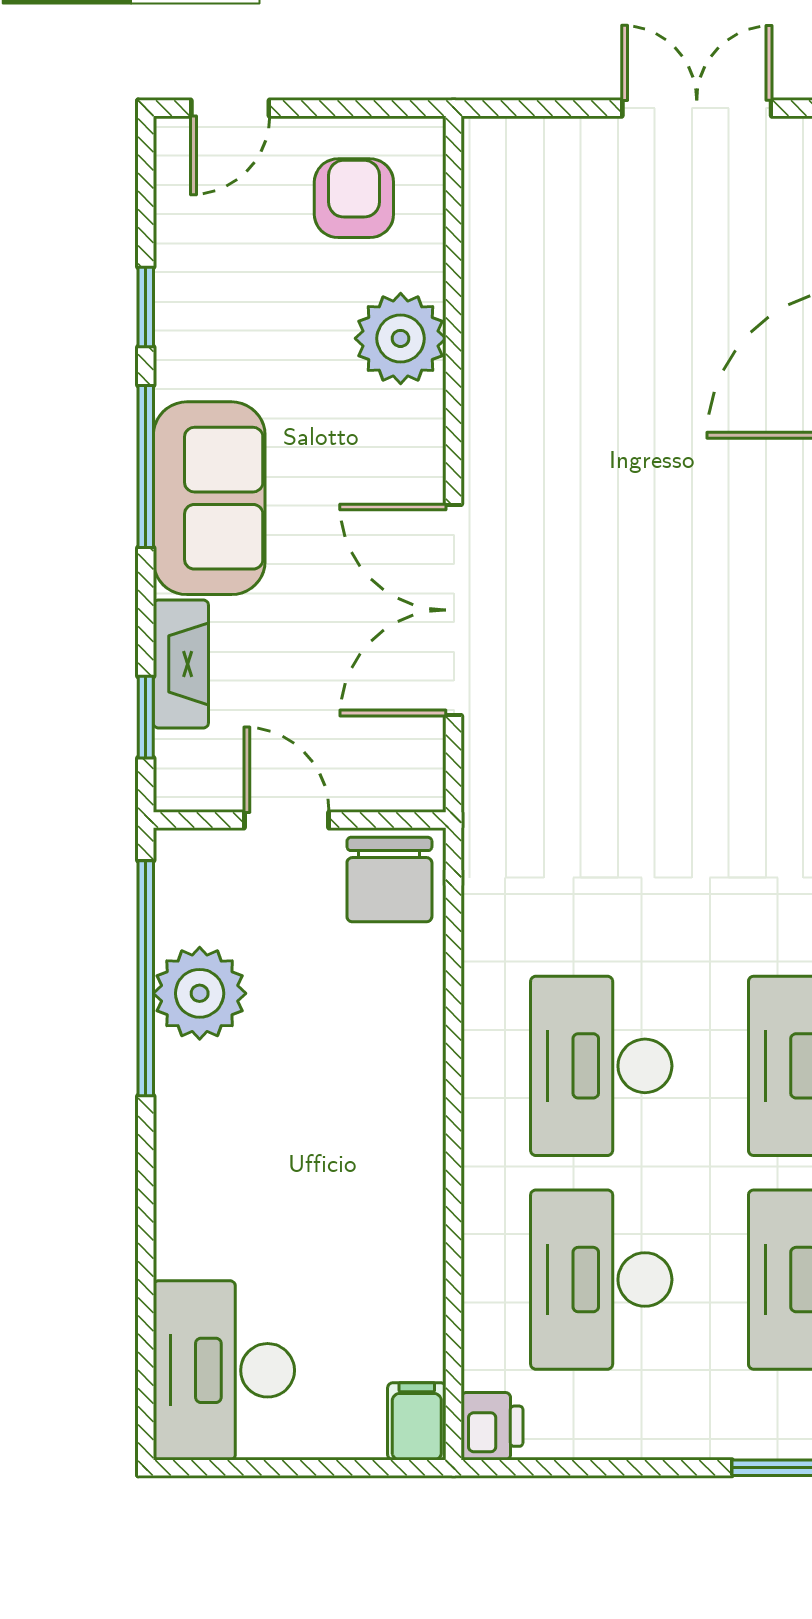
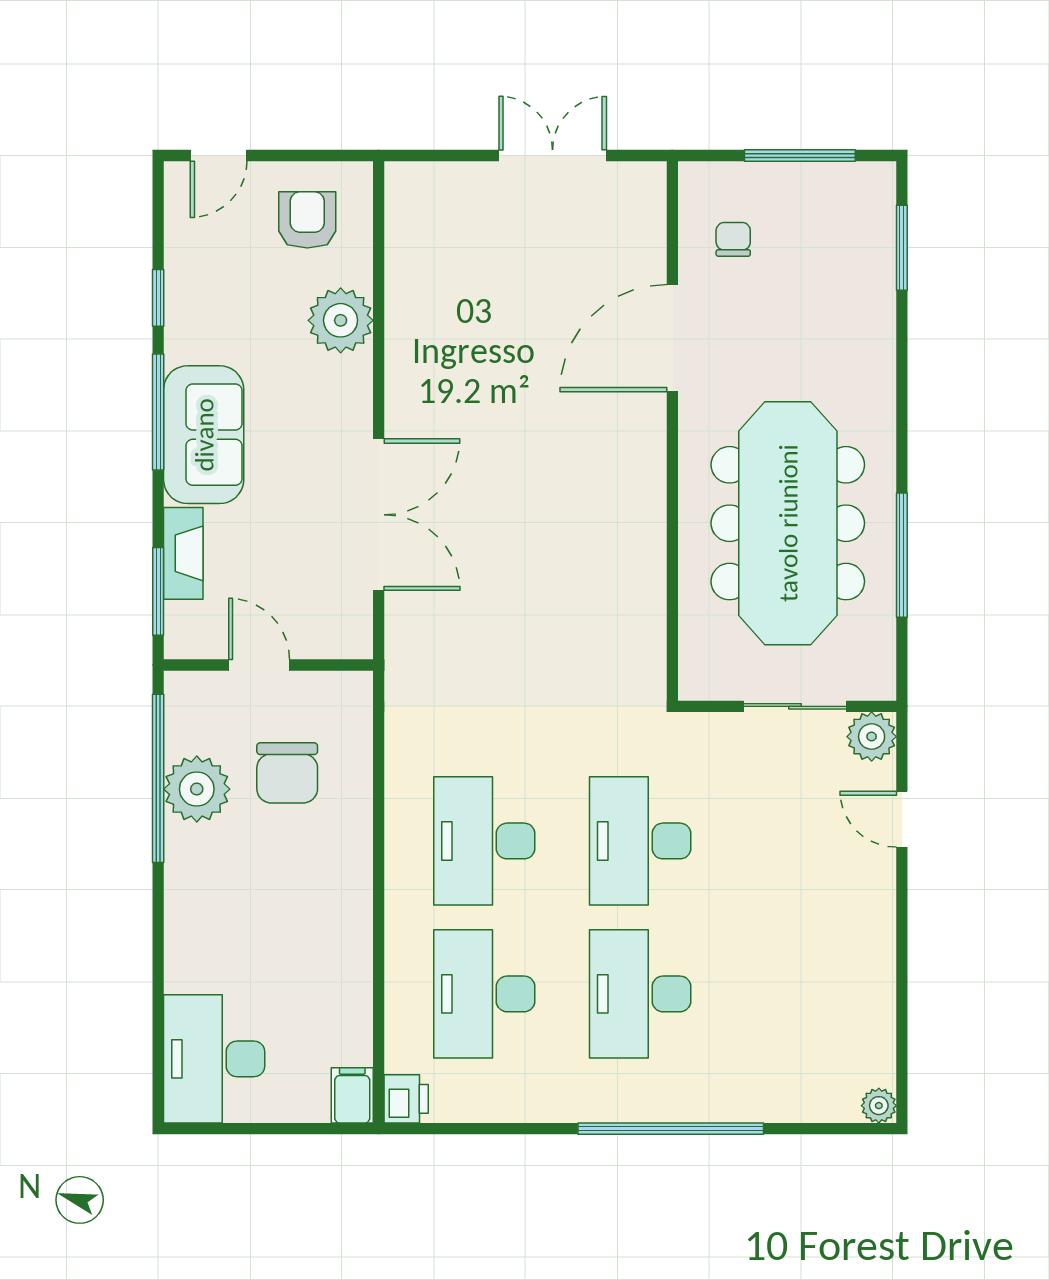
double door: (454, 610) -> (379, 515), swing flipped
window: (146, 717) -> (158, 591), width x1.50
chair: (389, 880) -> (287, 773), moved

